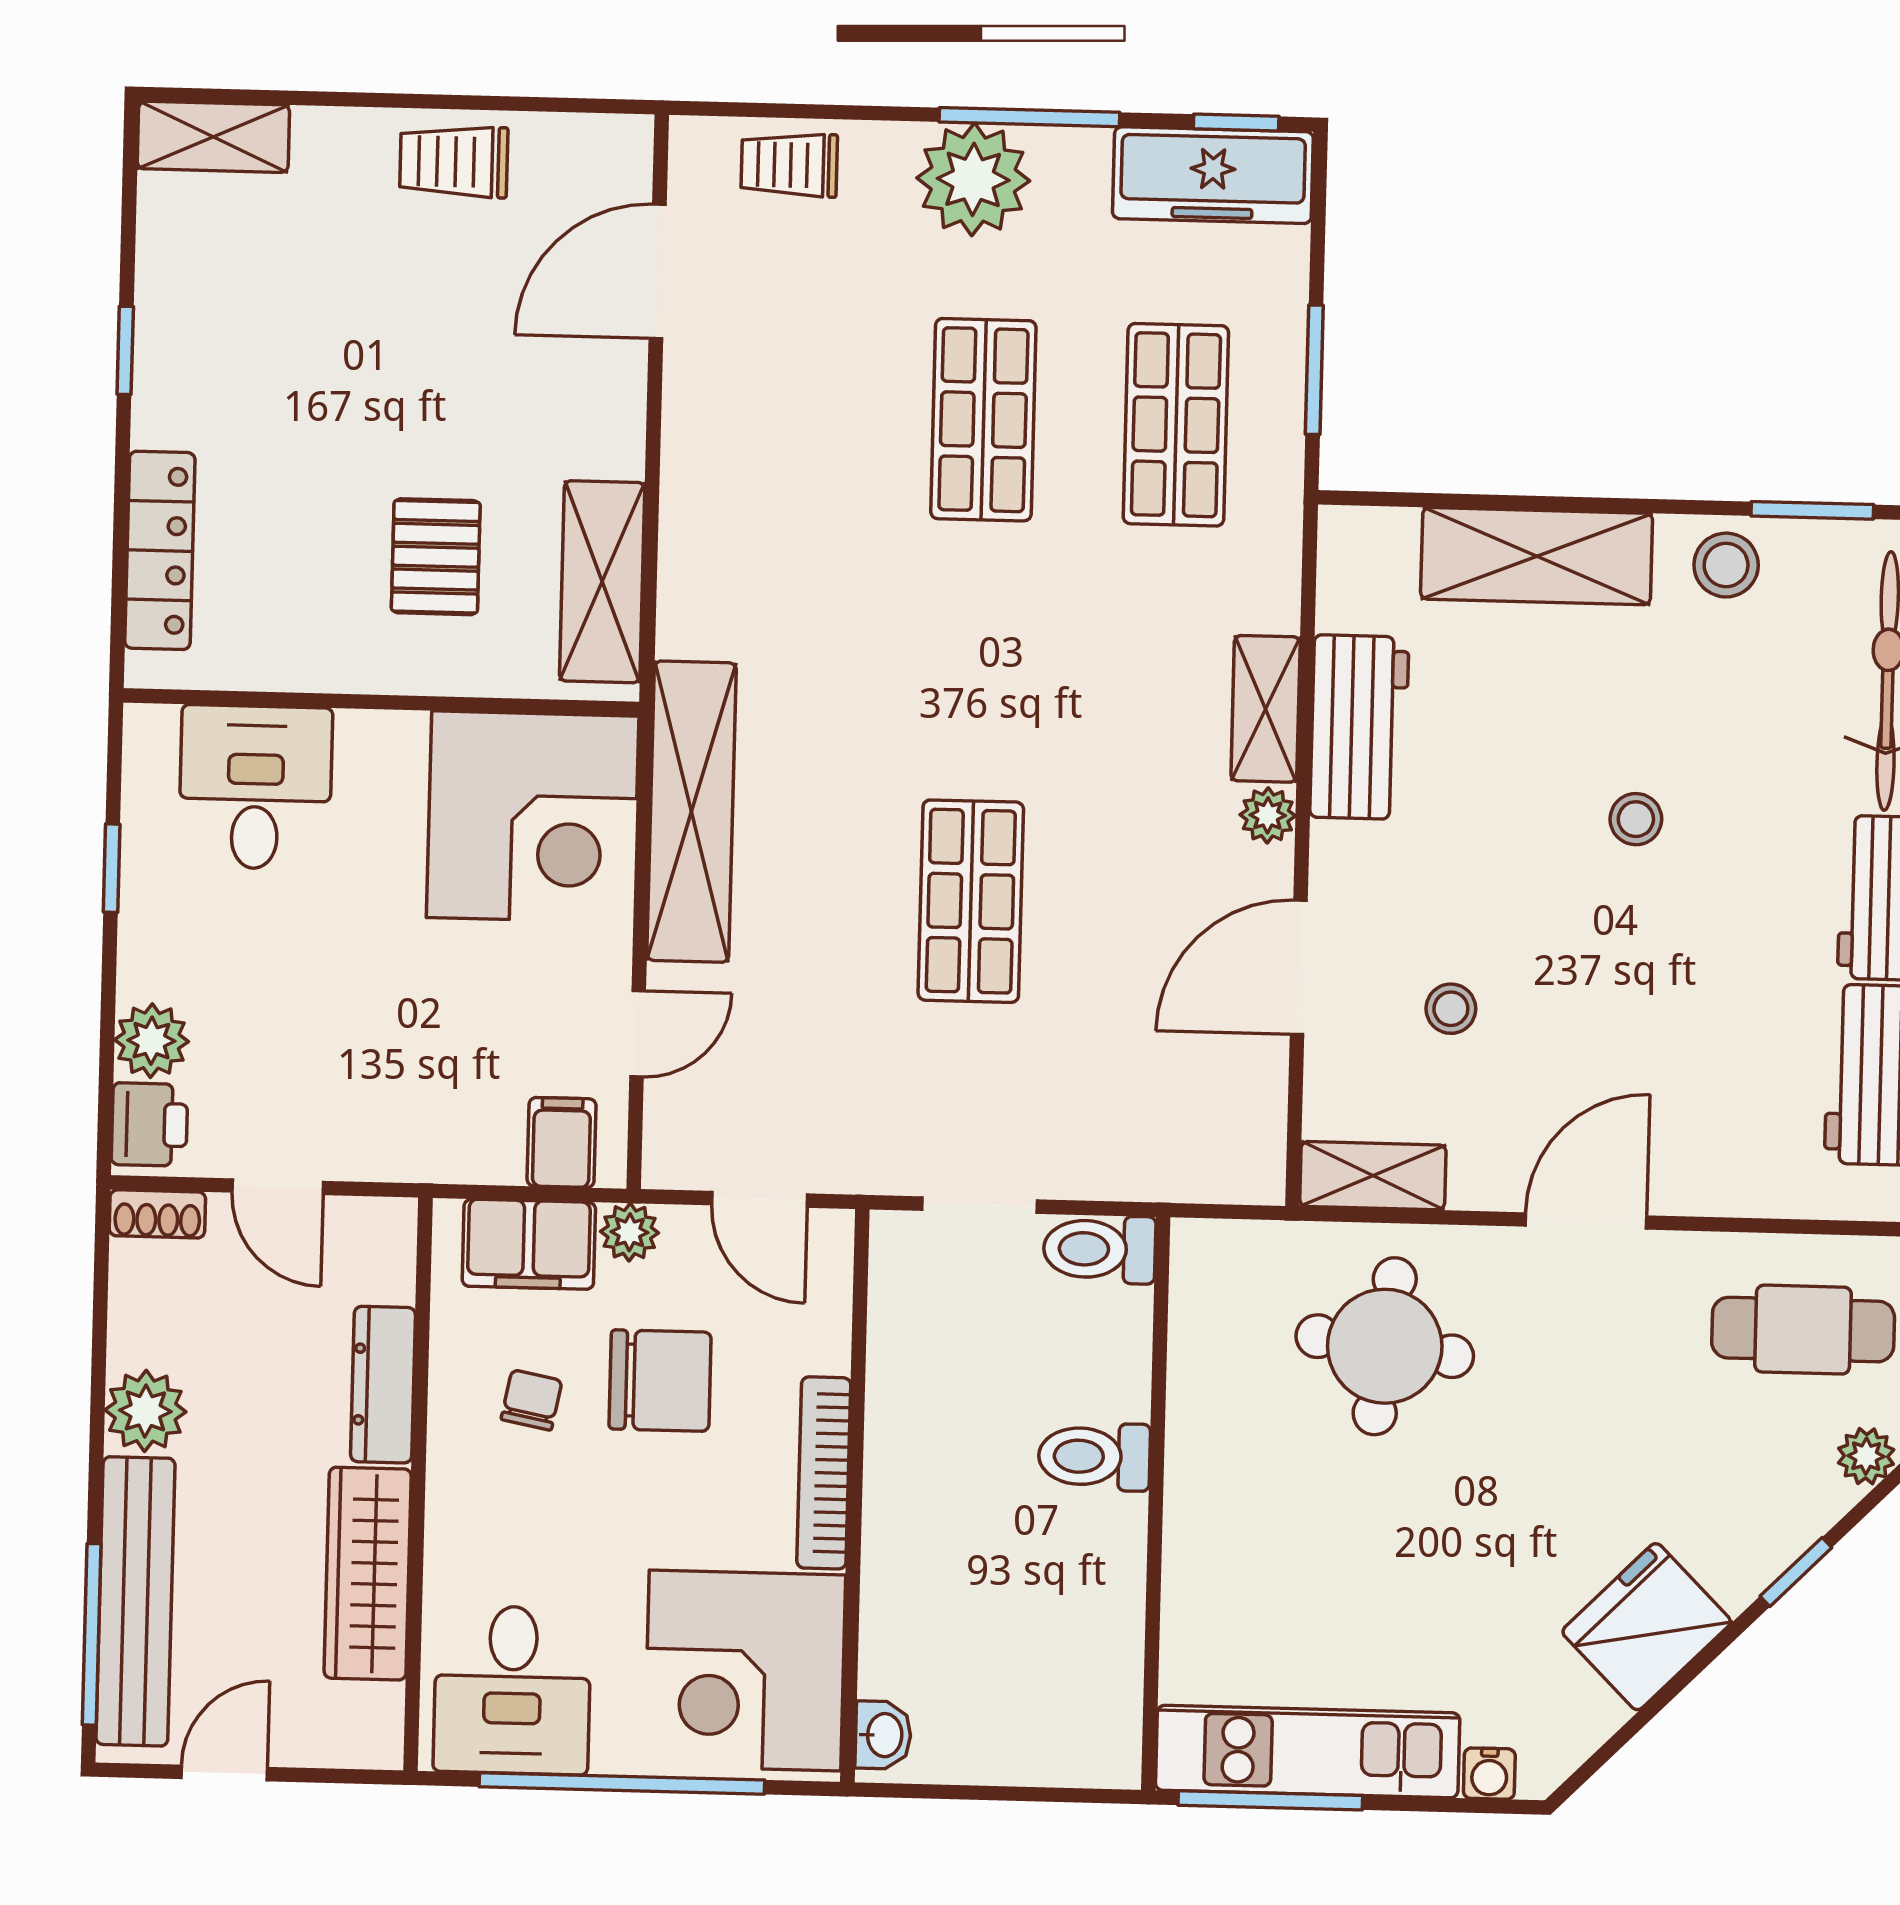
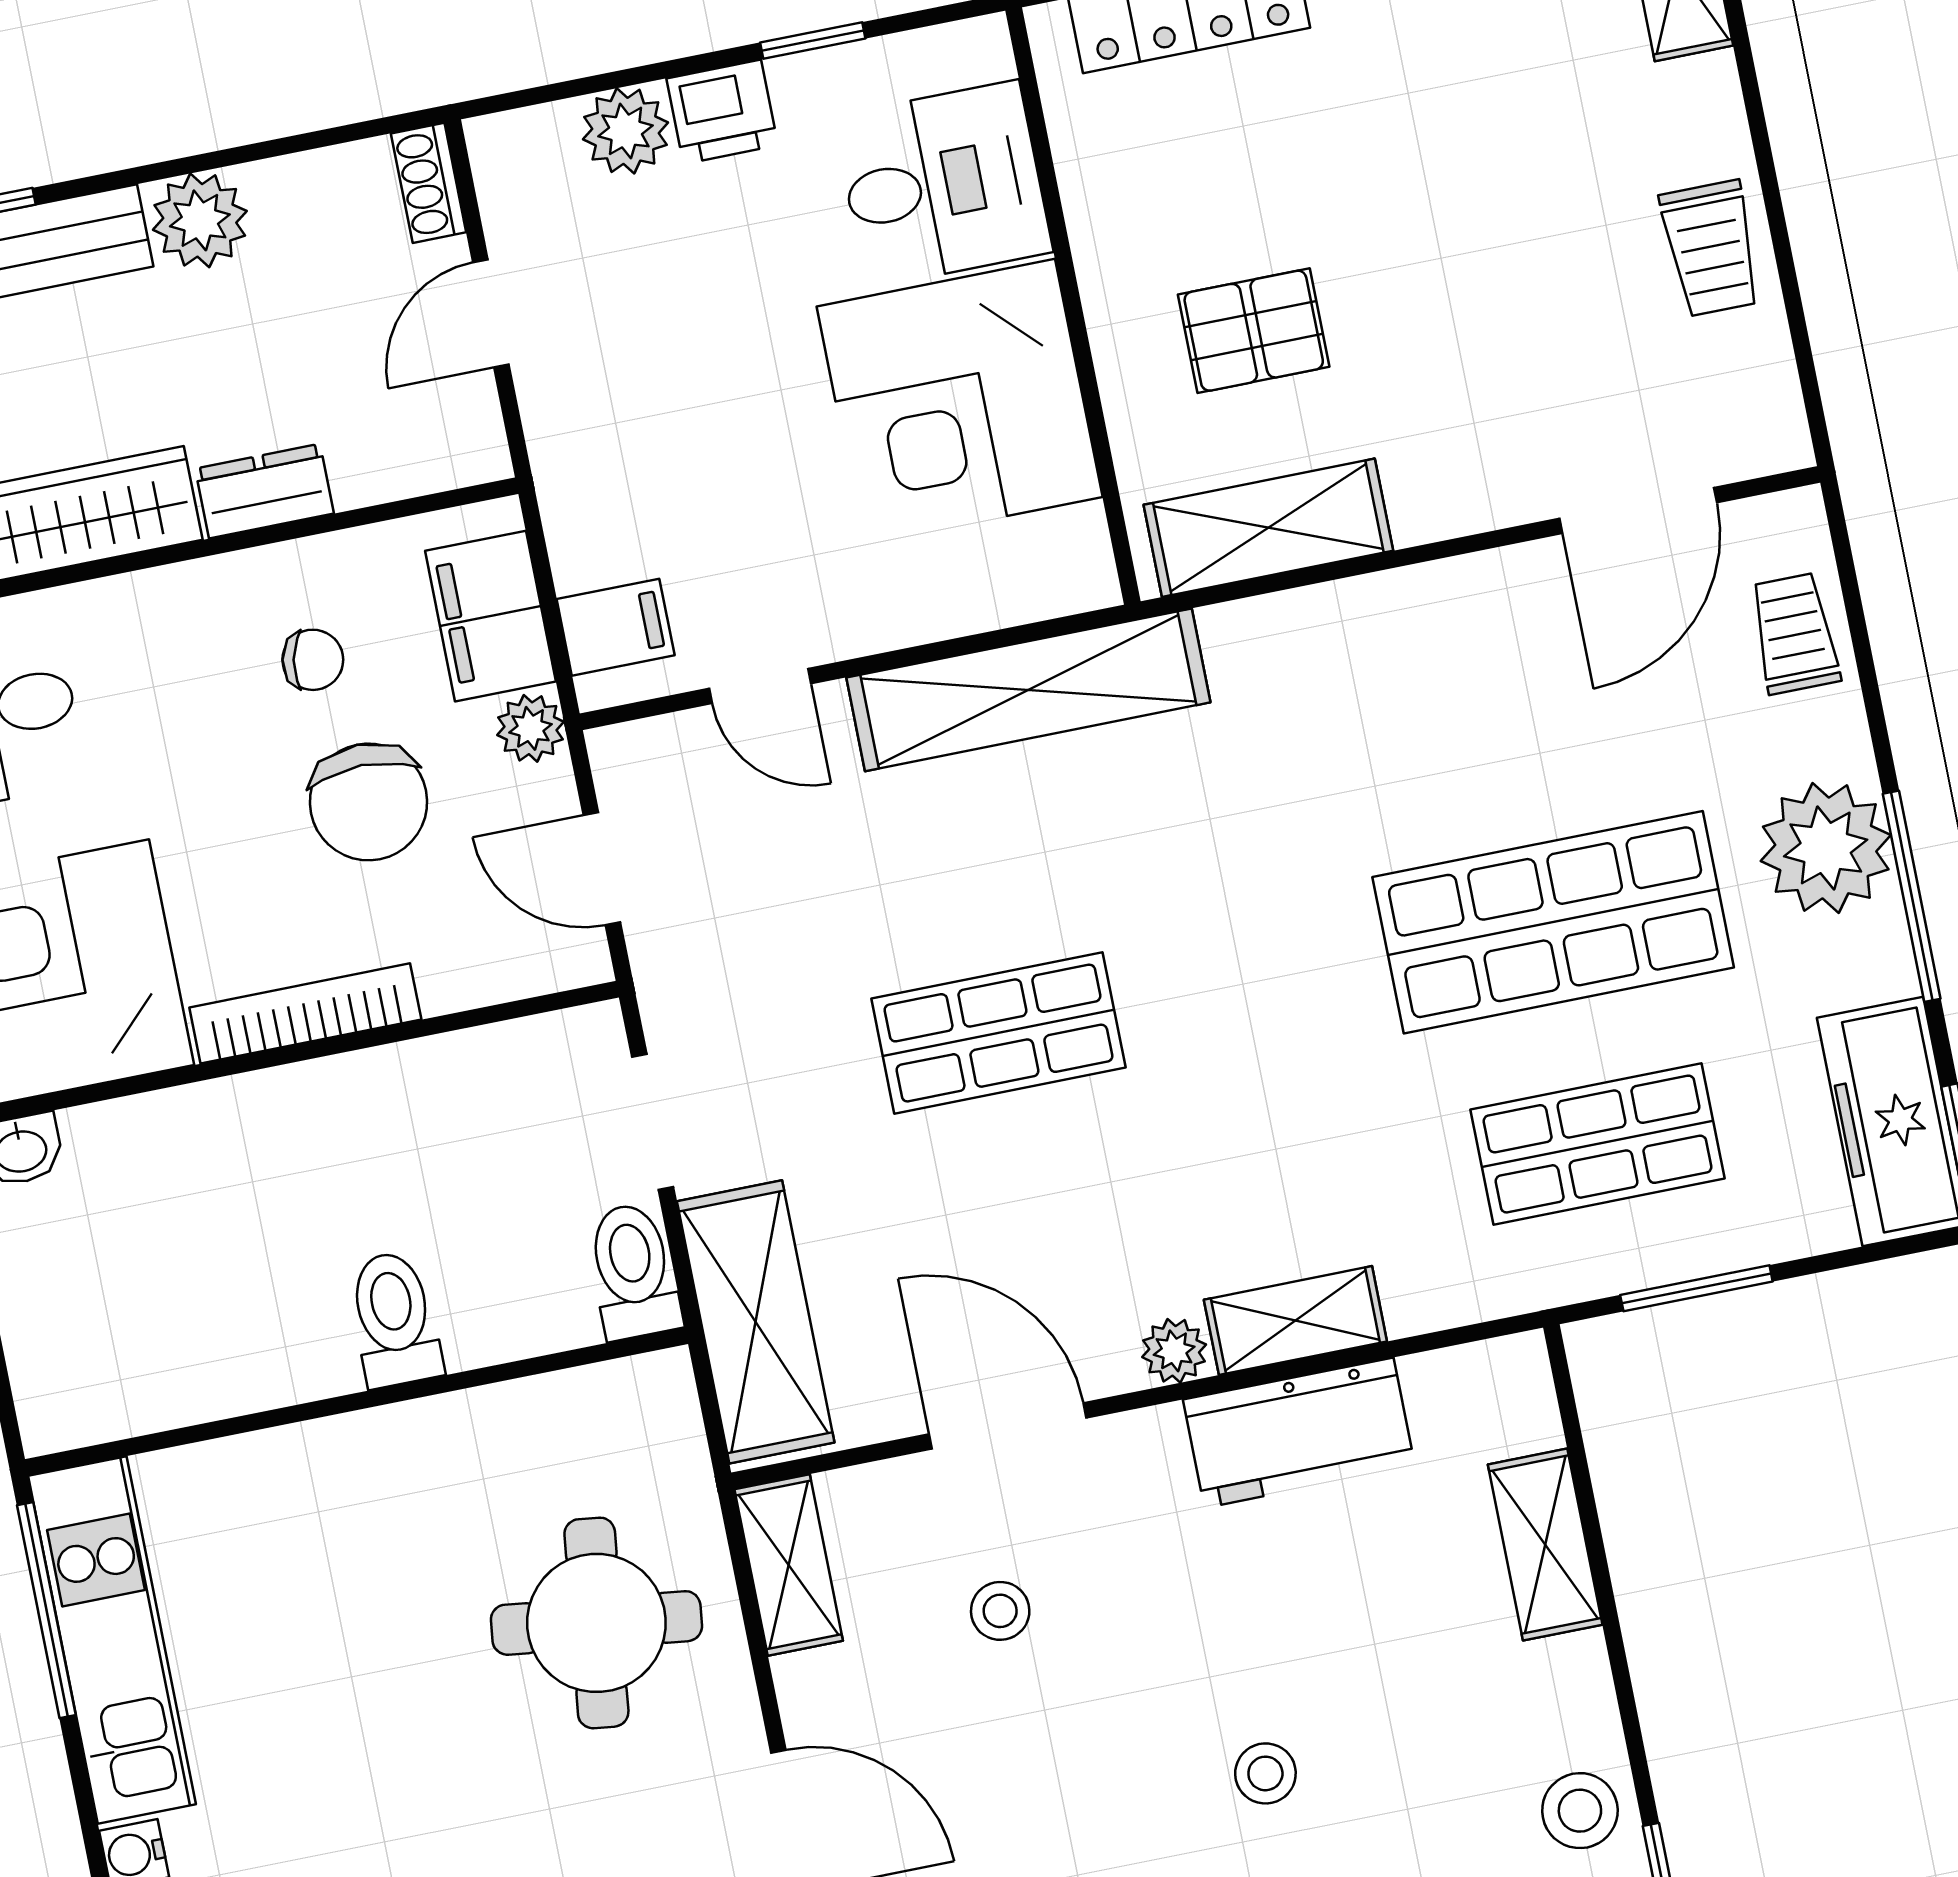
trolley: (454, 162) -> (1711, 248), turned 180
door: (658, 271) -> (1638, 511), swing flipped
shop shelf: (983, 420) -> (1553, 922), width x1.43, depth x1.36
shelving: (1537, 556) -> (1545, 1545), width x0.67, depth x0.75
corner desk: (533, 817) -> (960, 402), moved
printer: (149, 1125) -> (722, 112), moved
shelving: (1165, 1157) -> (756, 1322), added
door: (760, 1199) -> (602, 869), hinge flipped
dresser: (383, 1385) -> (264, 491), width x0.70

